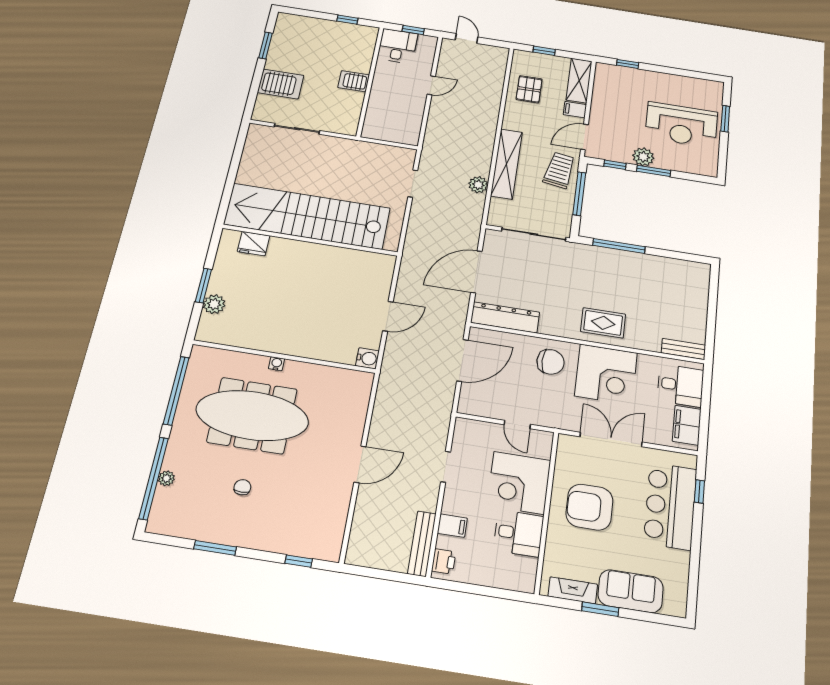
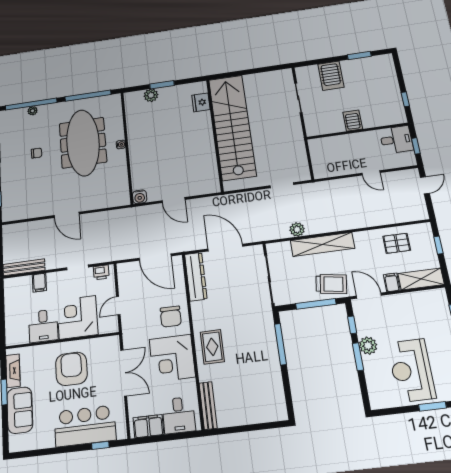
bench: (683, 349) -> (208, 405), width x1.36
printer: (444, 561) -> (101, 272), moved

